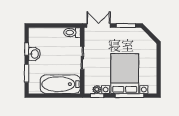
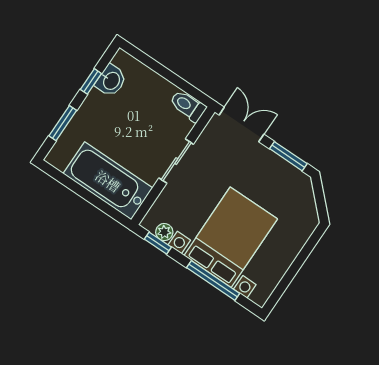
washbasin: (34, 54) -> (111, 81), moved

